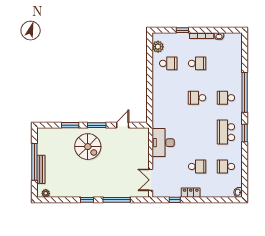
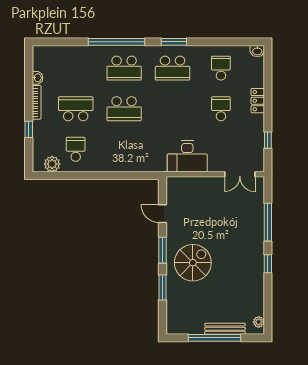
school desk: (197, 63) -> (76, 109), width x1.85
school desk: (197, 98) -> (124, 109), width x1.85
school desk: (226, 98) -> (124, 68), width x1.85
school desk: (226, 166) -> (221, 68), turned 180
locker: (191, 193) -> (258, 101), moved

